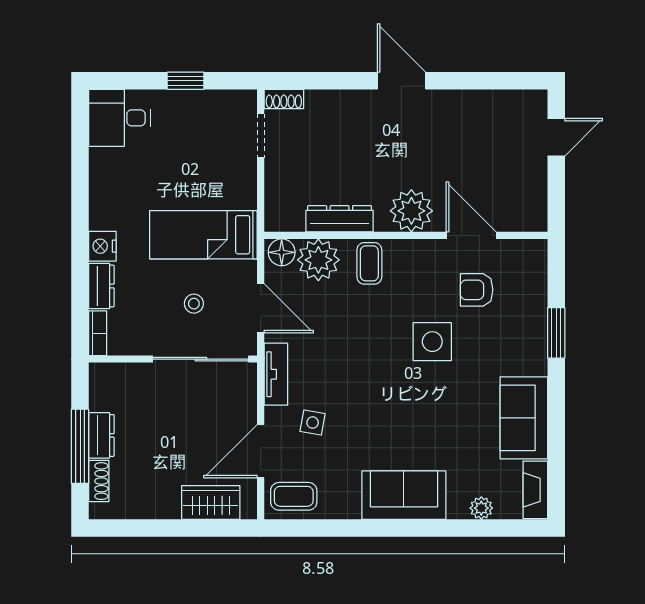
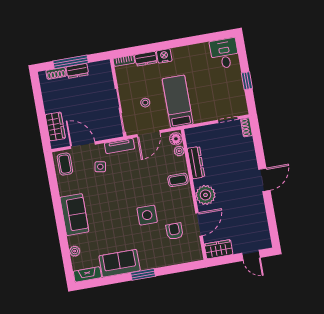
wardrobe: (531, 203) -> (219, 249), added
plant: (318, 260) -> (179, 151), width x0.53, depth x0.53
window: (556, 333) -> (143, 274), moved

